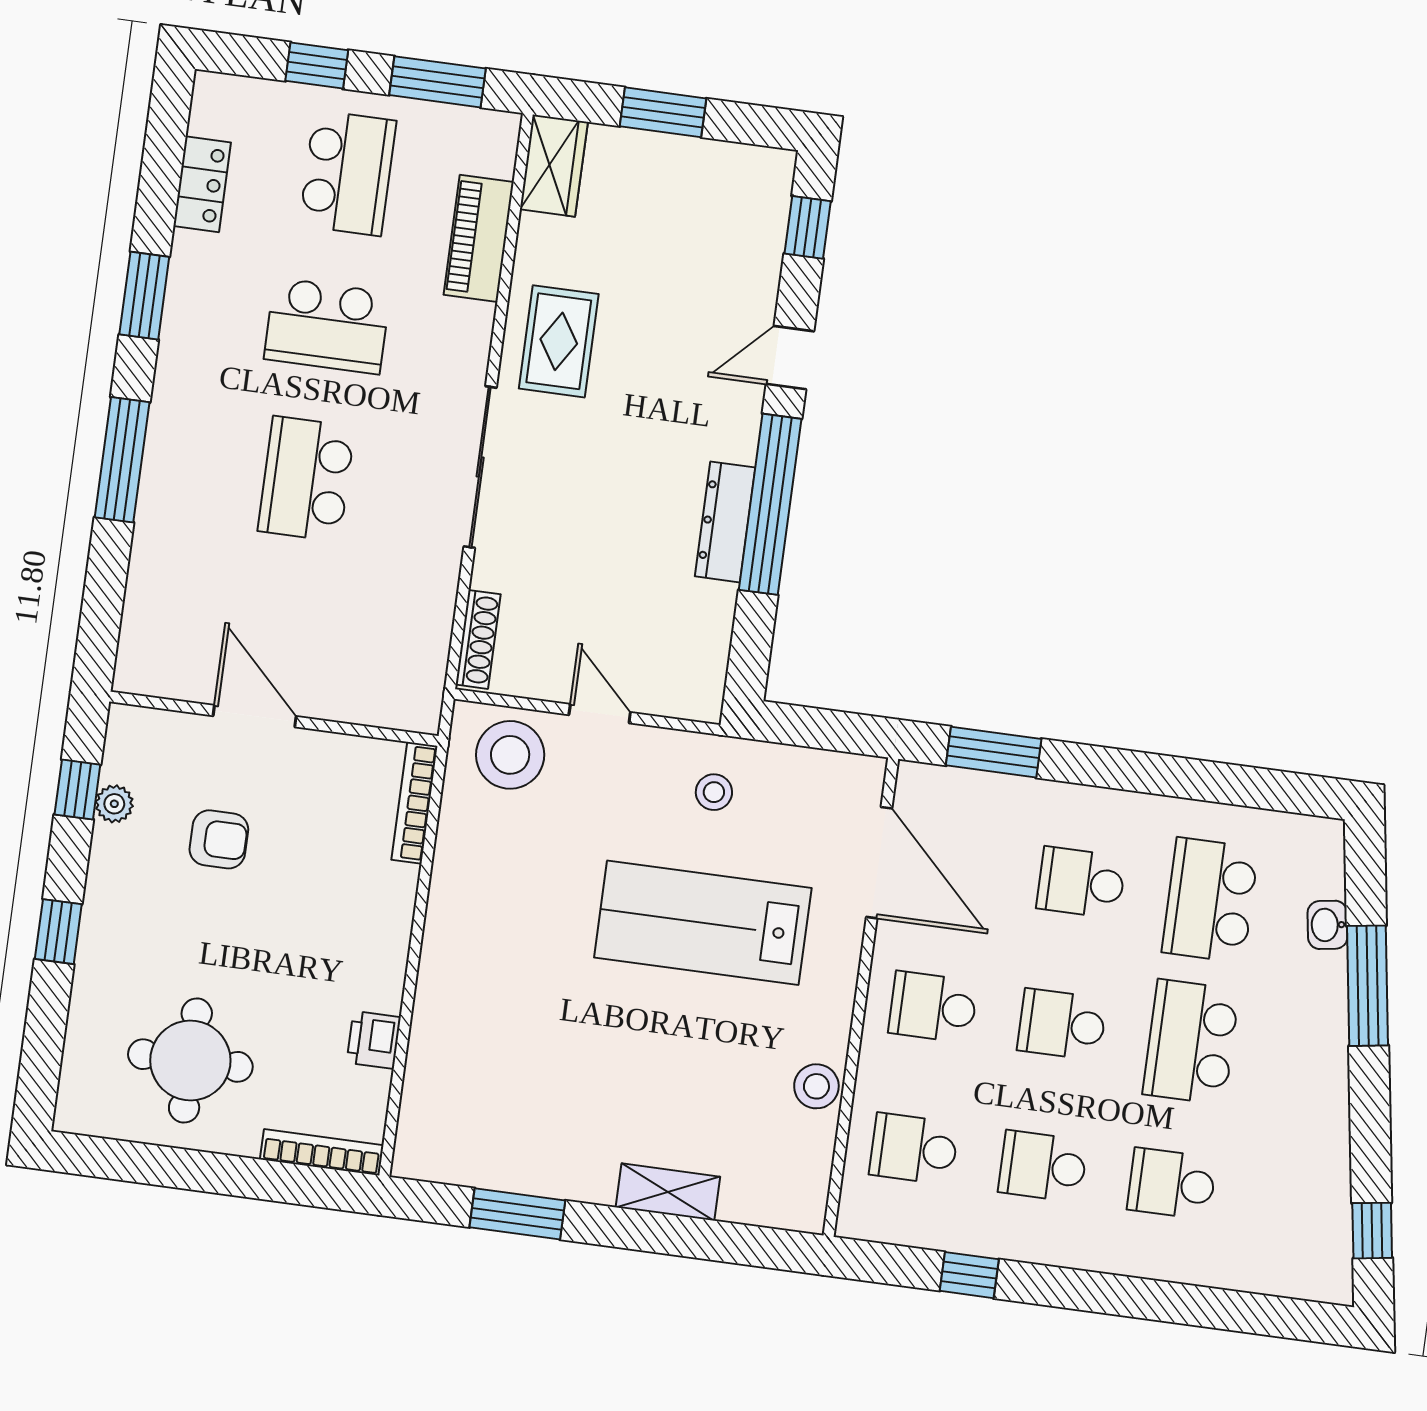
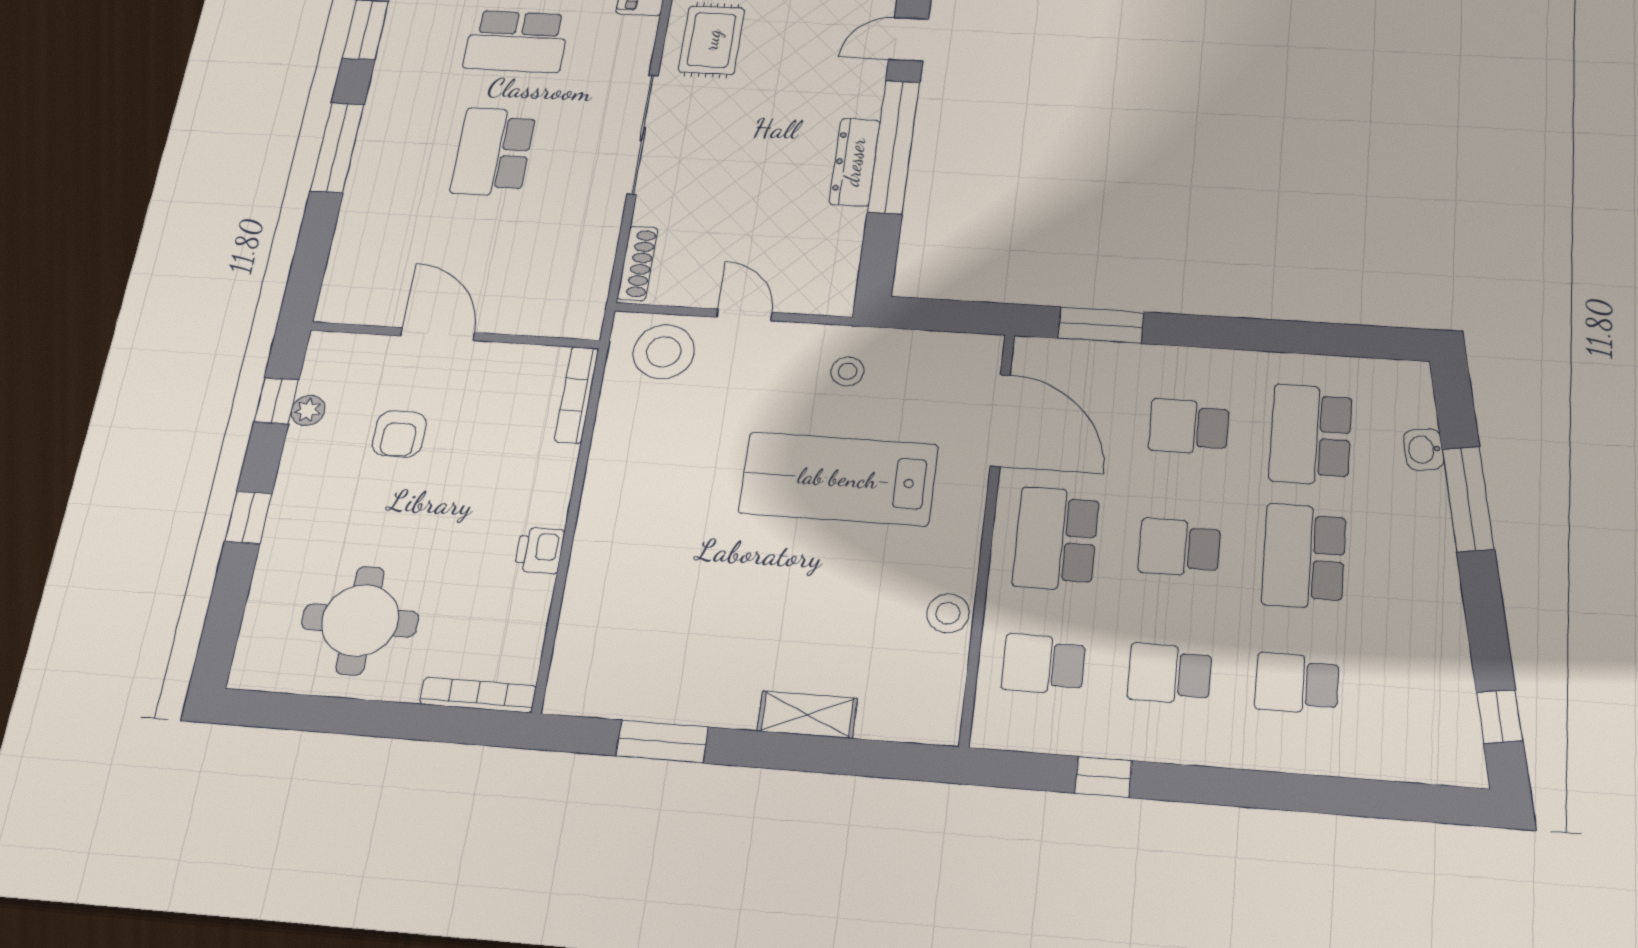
armchair: (219, 839) -> (399, 434), turned 90
school desk: (933, 1007) -> (1056, 539), width x1.85
printer: (374, 1040) -> (540, 550), moved

